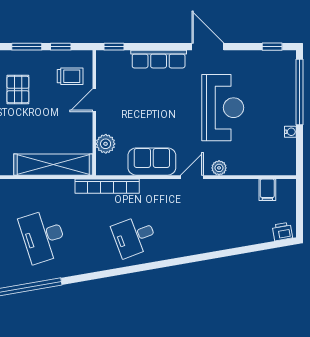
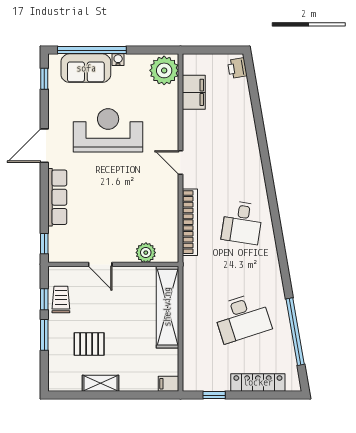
trolley: (70, 76) -> (61, 300), moved
water cooler: (290, 132) -> (118, 60), moved
sofa: (152, 162) -> (86, 68), moved, turned -90
plant: (219, 168) -> (164, 70), moved, width x1.87, depth x1.87
bookcase: (107, 186) -> (190, 222), moved
filing cabinet: (267, 190) -> (194, 92), width x2.00
desk: (134, 236) -> (242, 223), turned 30

